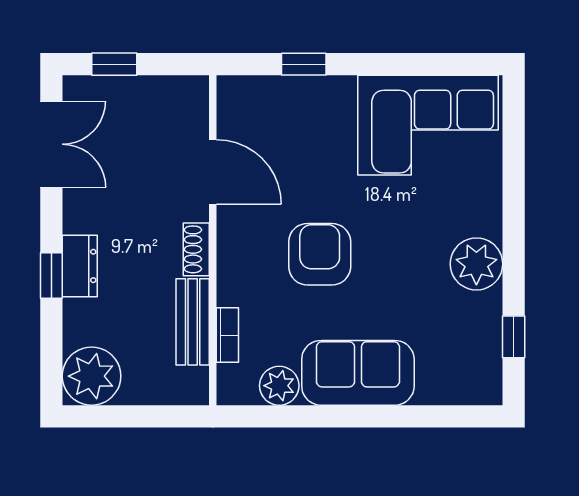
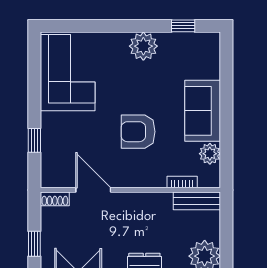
door: (213, 172) -> (93, 190), hinge flipped
shoe rack: (196, 249) -> (55, 199), moved
bench: (193, 322) -> (197, 201), moved

